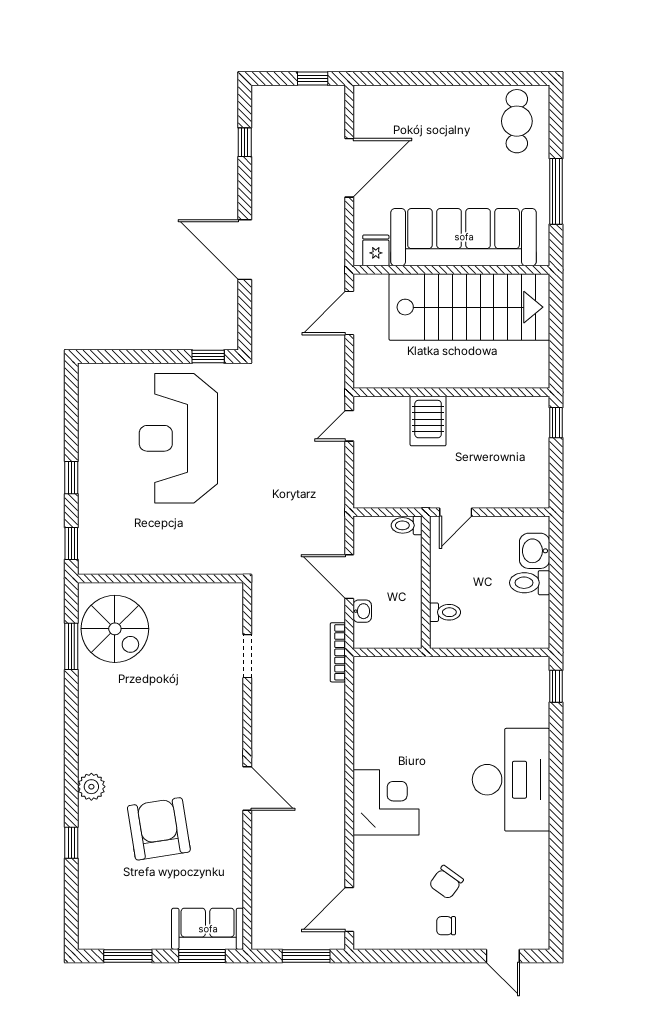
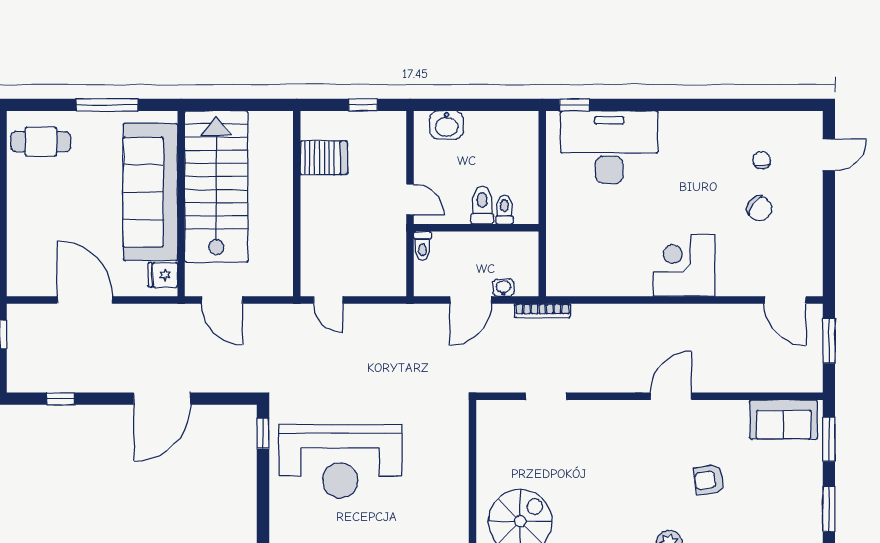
server rack: (428, 421) -> (324, 158), moved
window: (556, 423) -> (363, 105), moved
toilet: (530, 583) -> (482, 205), moved, turned 180
desk: (511, 780) -> (609, 147), moved
armchair: (159, 829) -> (709, 480), width x0.53, depth x0.53
chair: (446, 926) -> (762, 160), moved, turned 180
sofa: (208, 929) -> (784, 419), moved, turned -90

